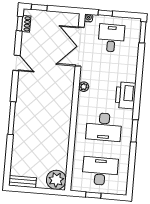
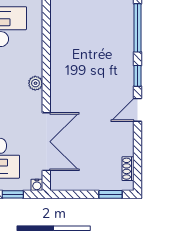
window: (20, 24) -> (137, 76), moved
door: (16, 63) -> (137, 110), hinge flipped

